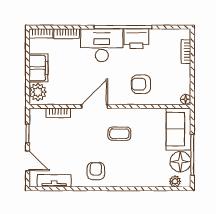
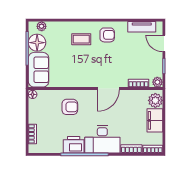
plant: (35, 114) -> (157, 82), added
coffee table: (119, 134) -> (81, 39), moved
armchair: (96, 171) -> (107, 35), turned -90

